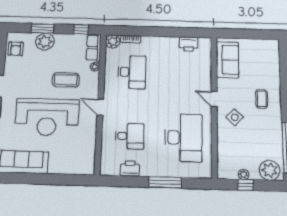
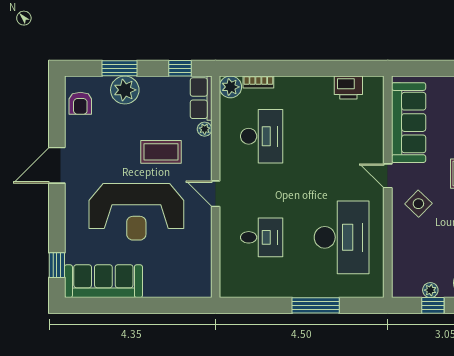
sofa: (227, 60) -> (409, 123), width x1.36
printer: (130, 169) -> (264, 286), removed

